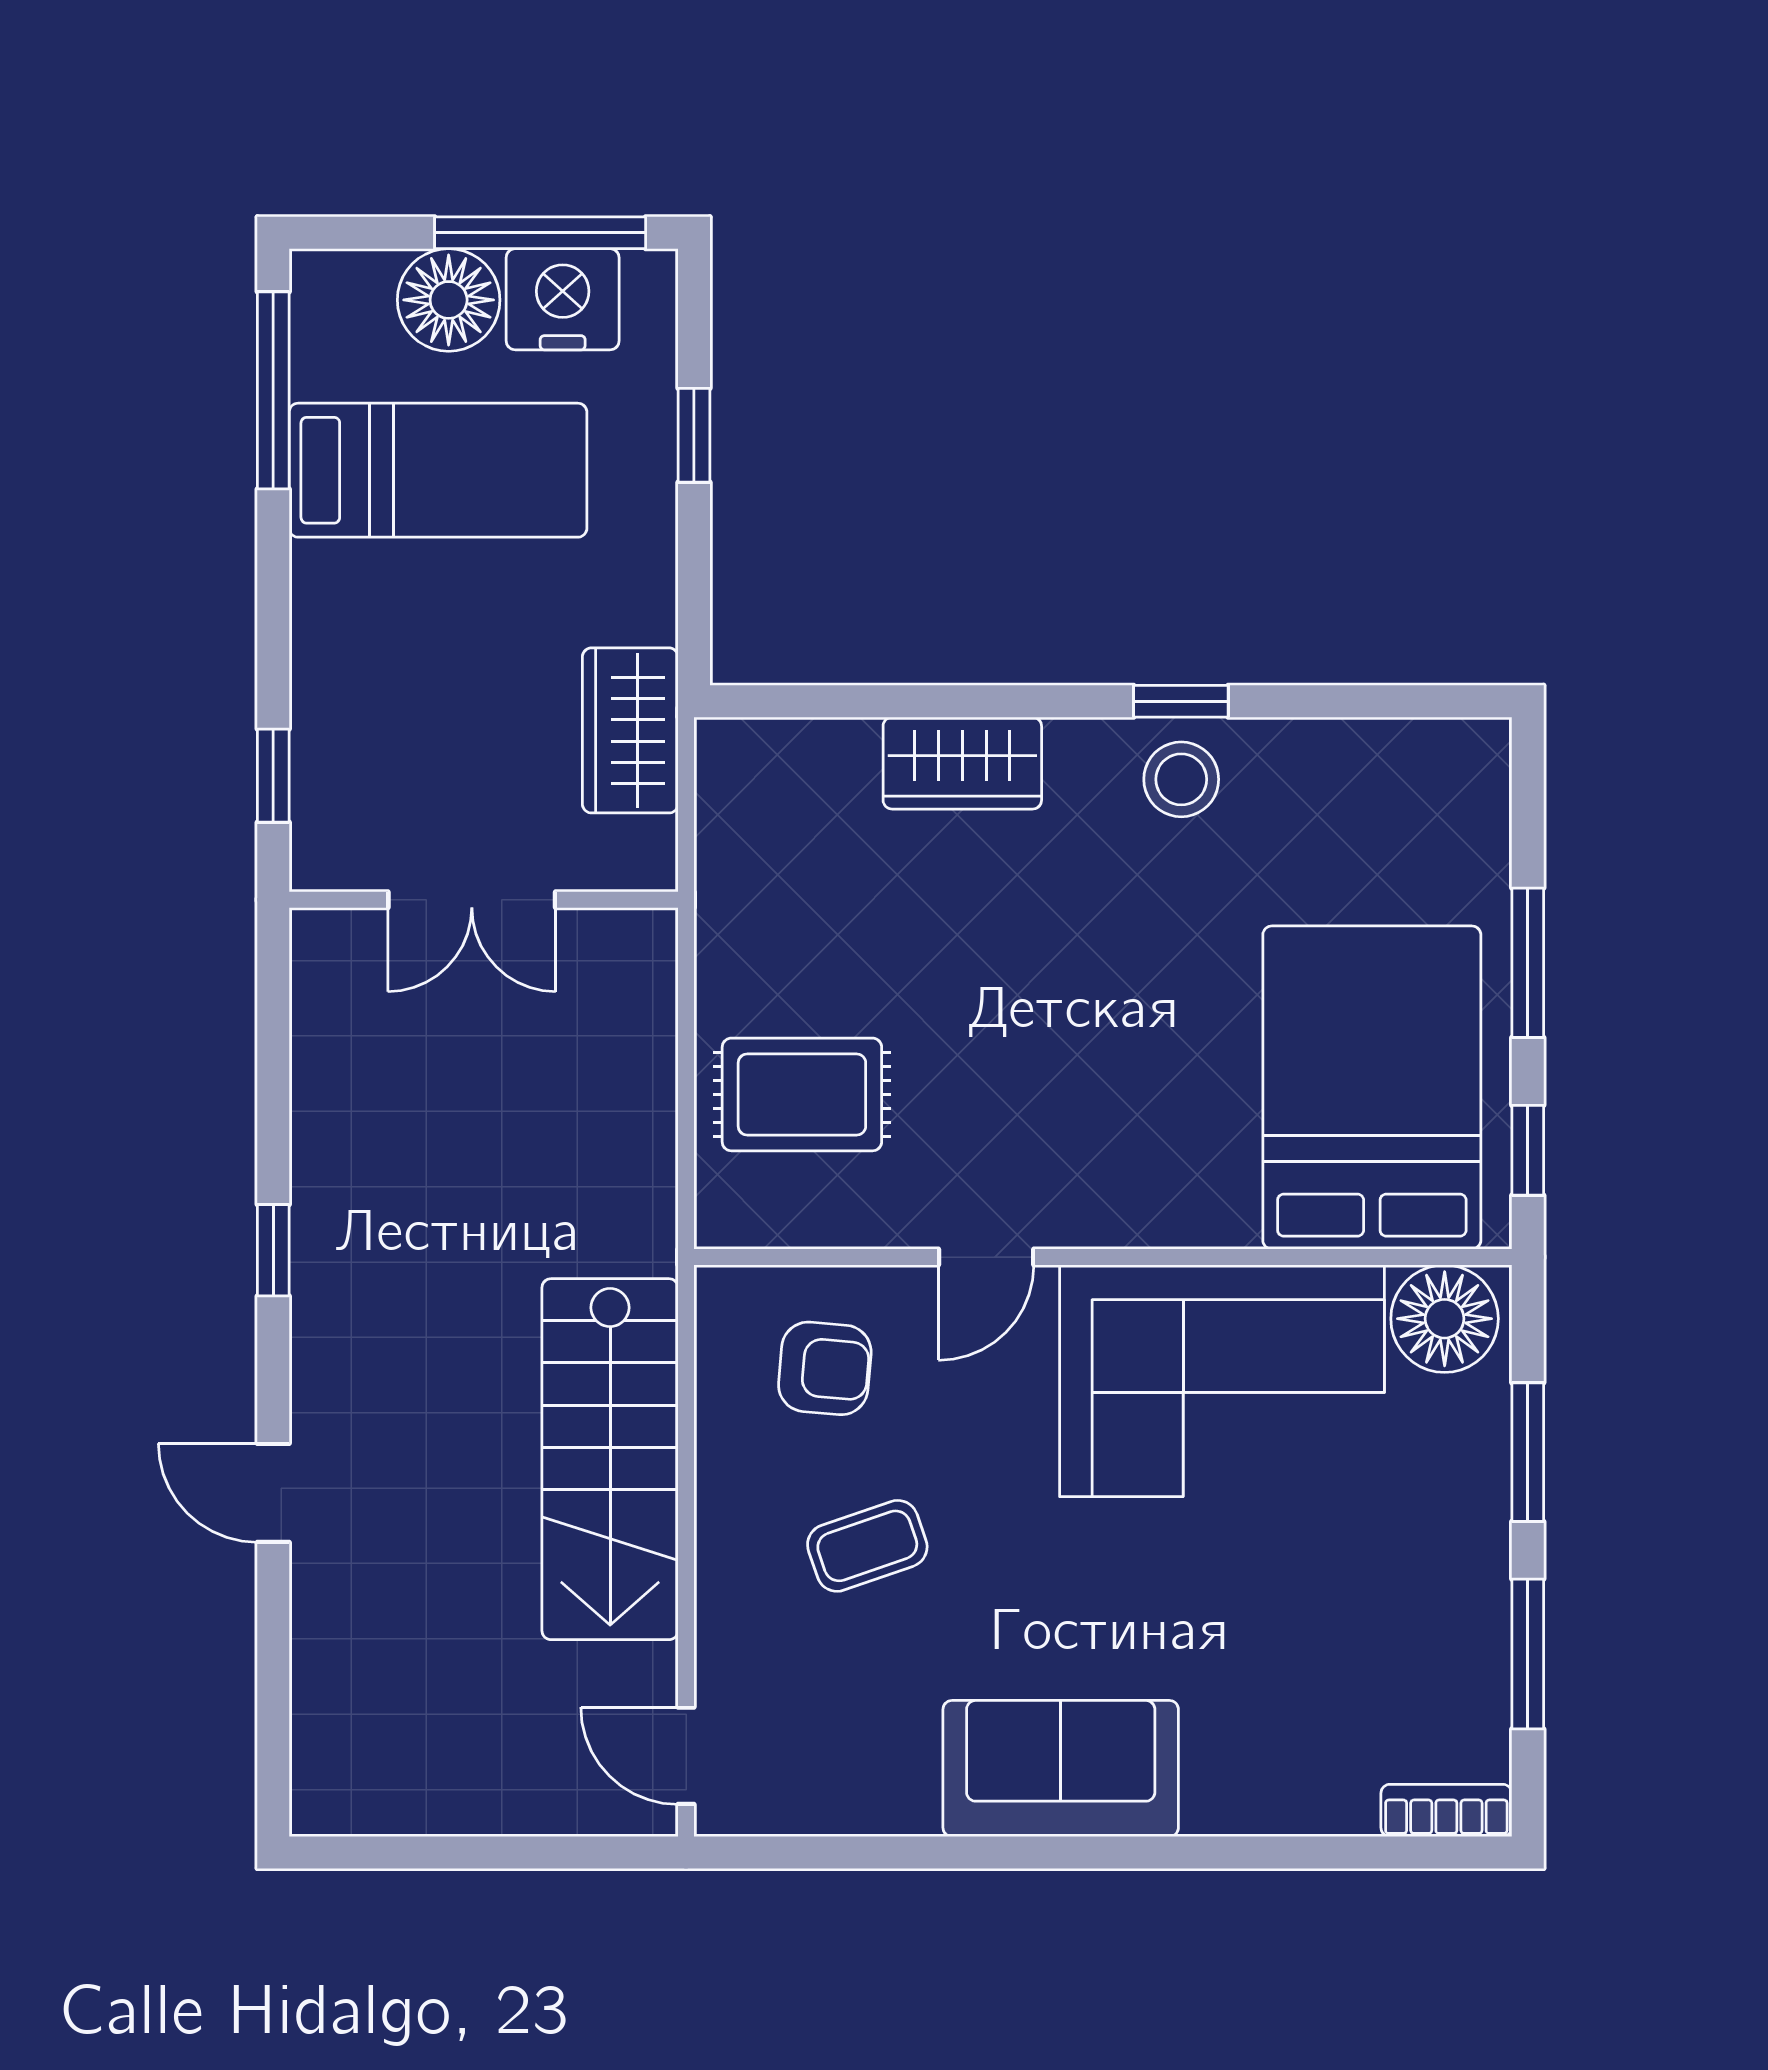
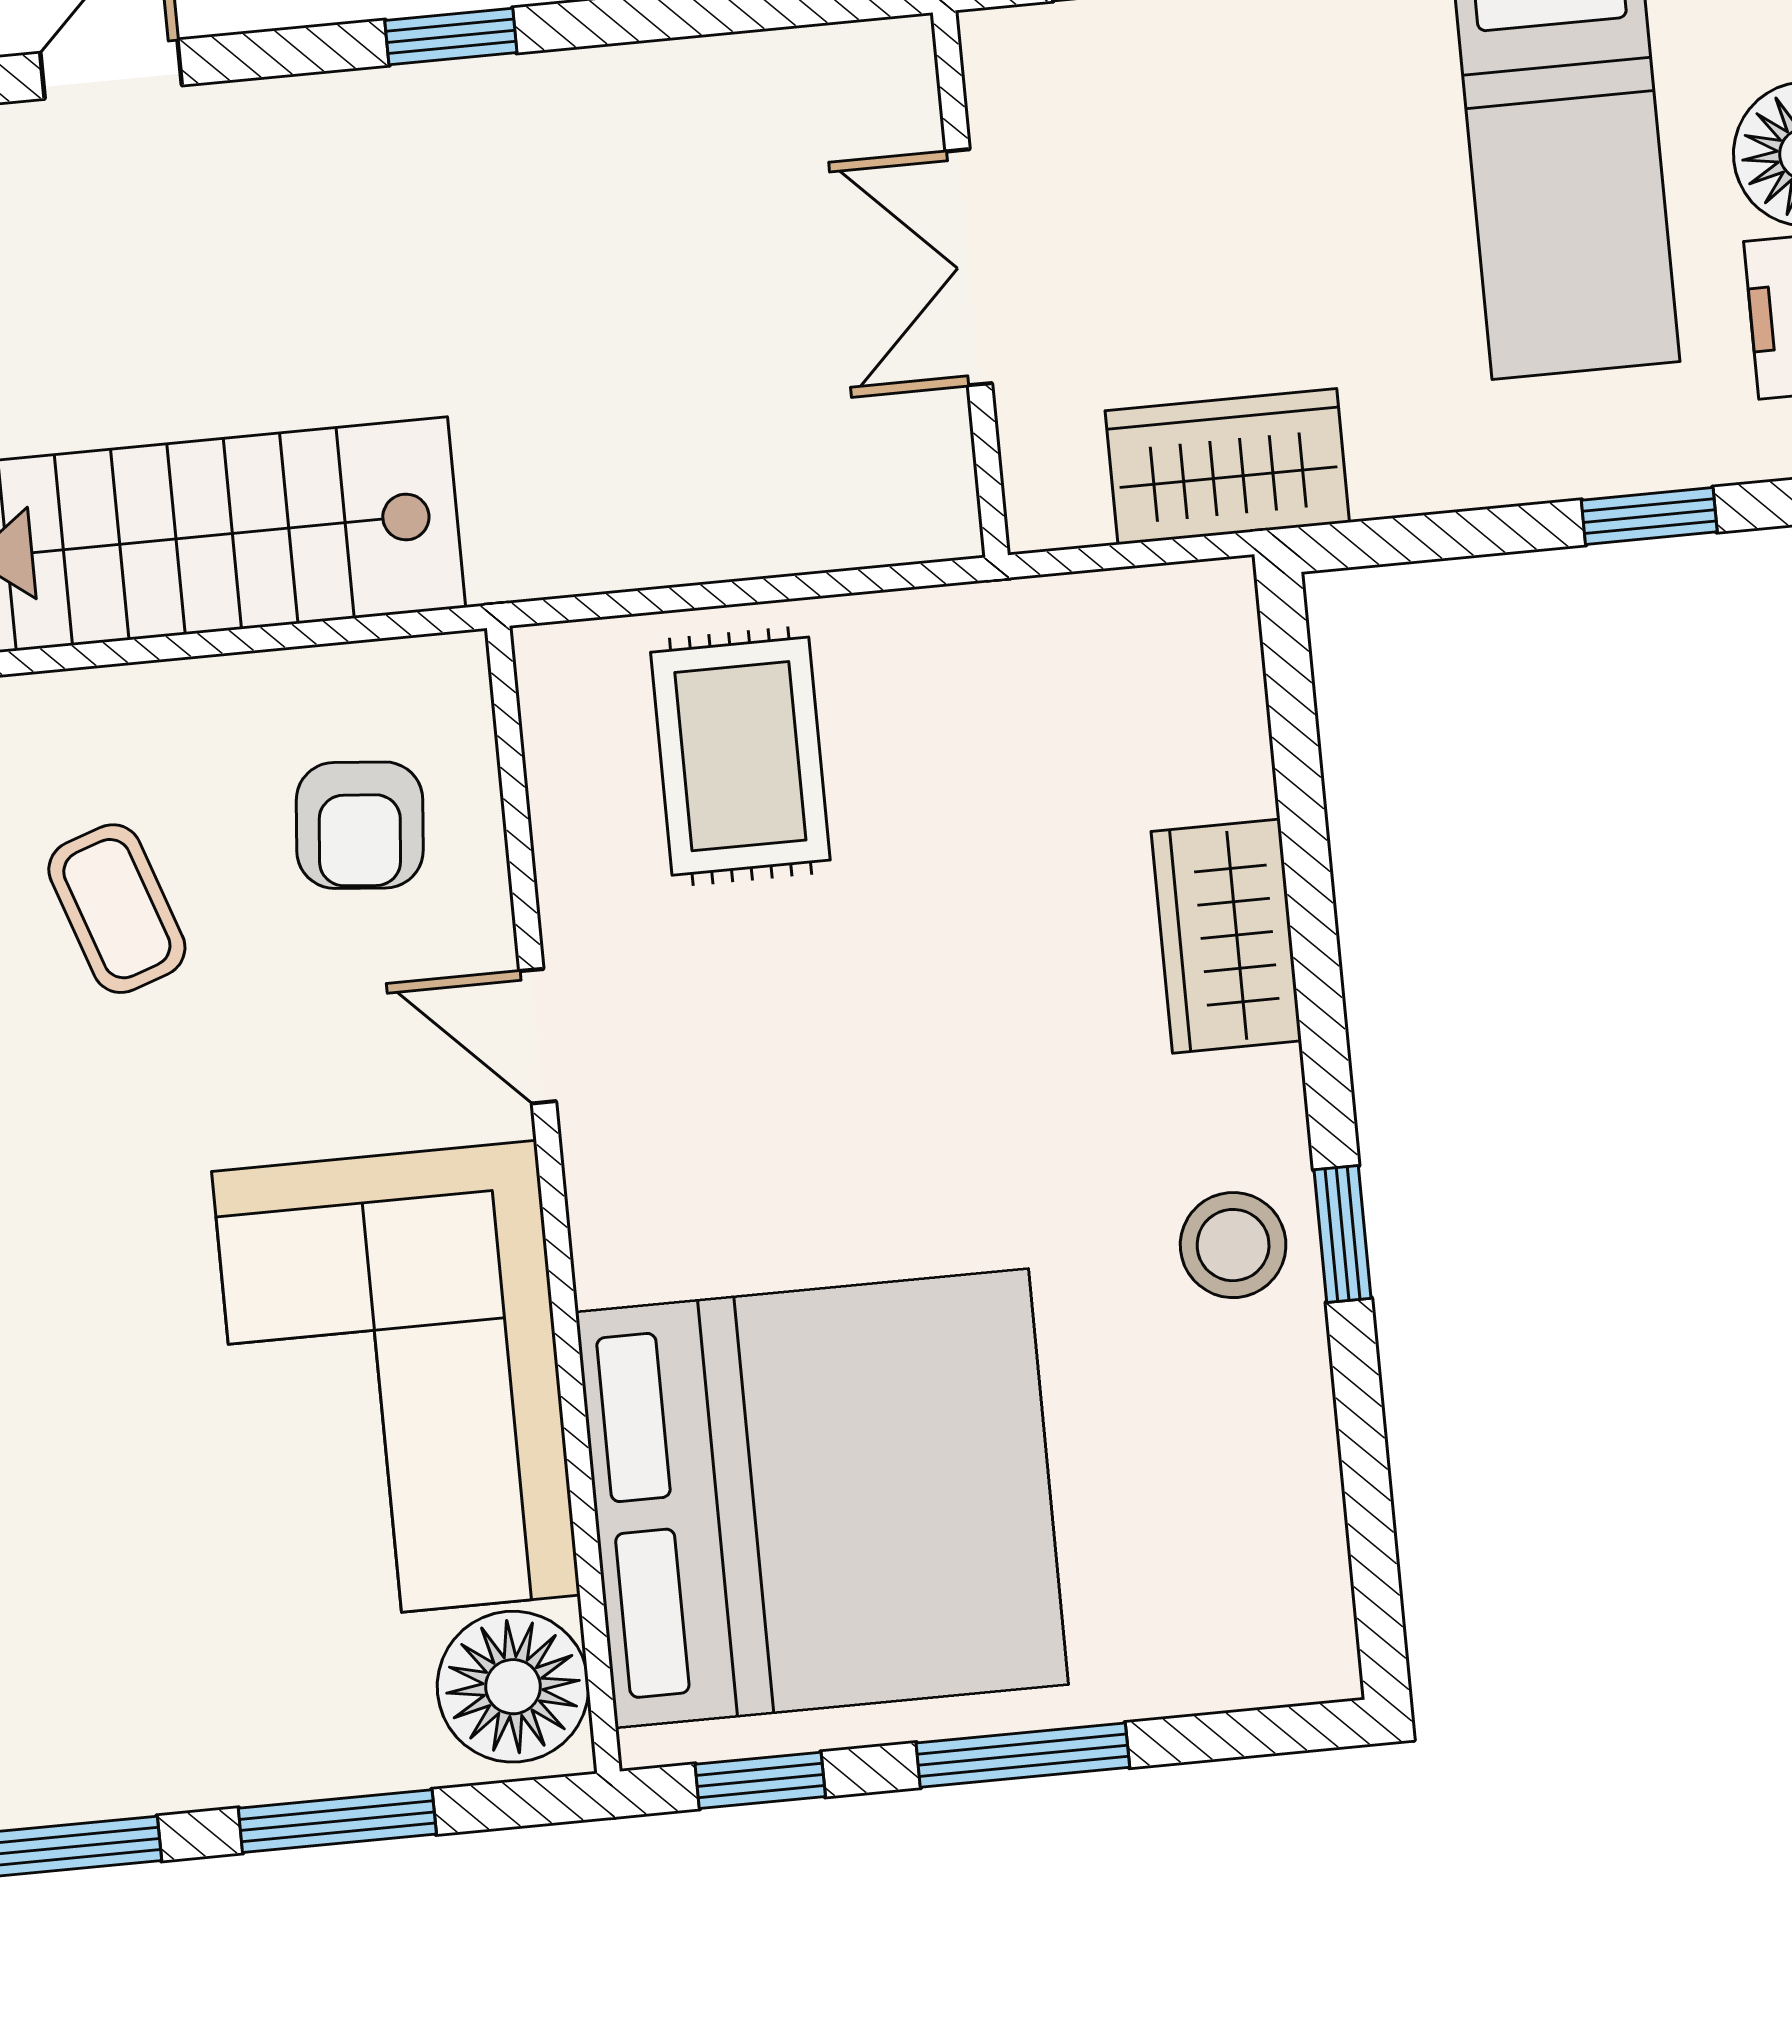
bed: (1372, 1088) -> (822, 1498), width x1.36

